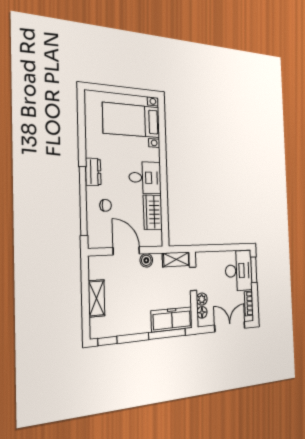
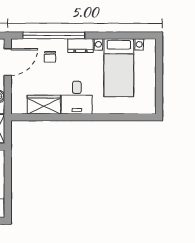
bed with nightstands: (132, 120) -> (119, 68), moved, turned 180
door: (126, 251) -> (8, 62), moved

